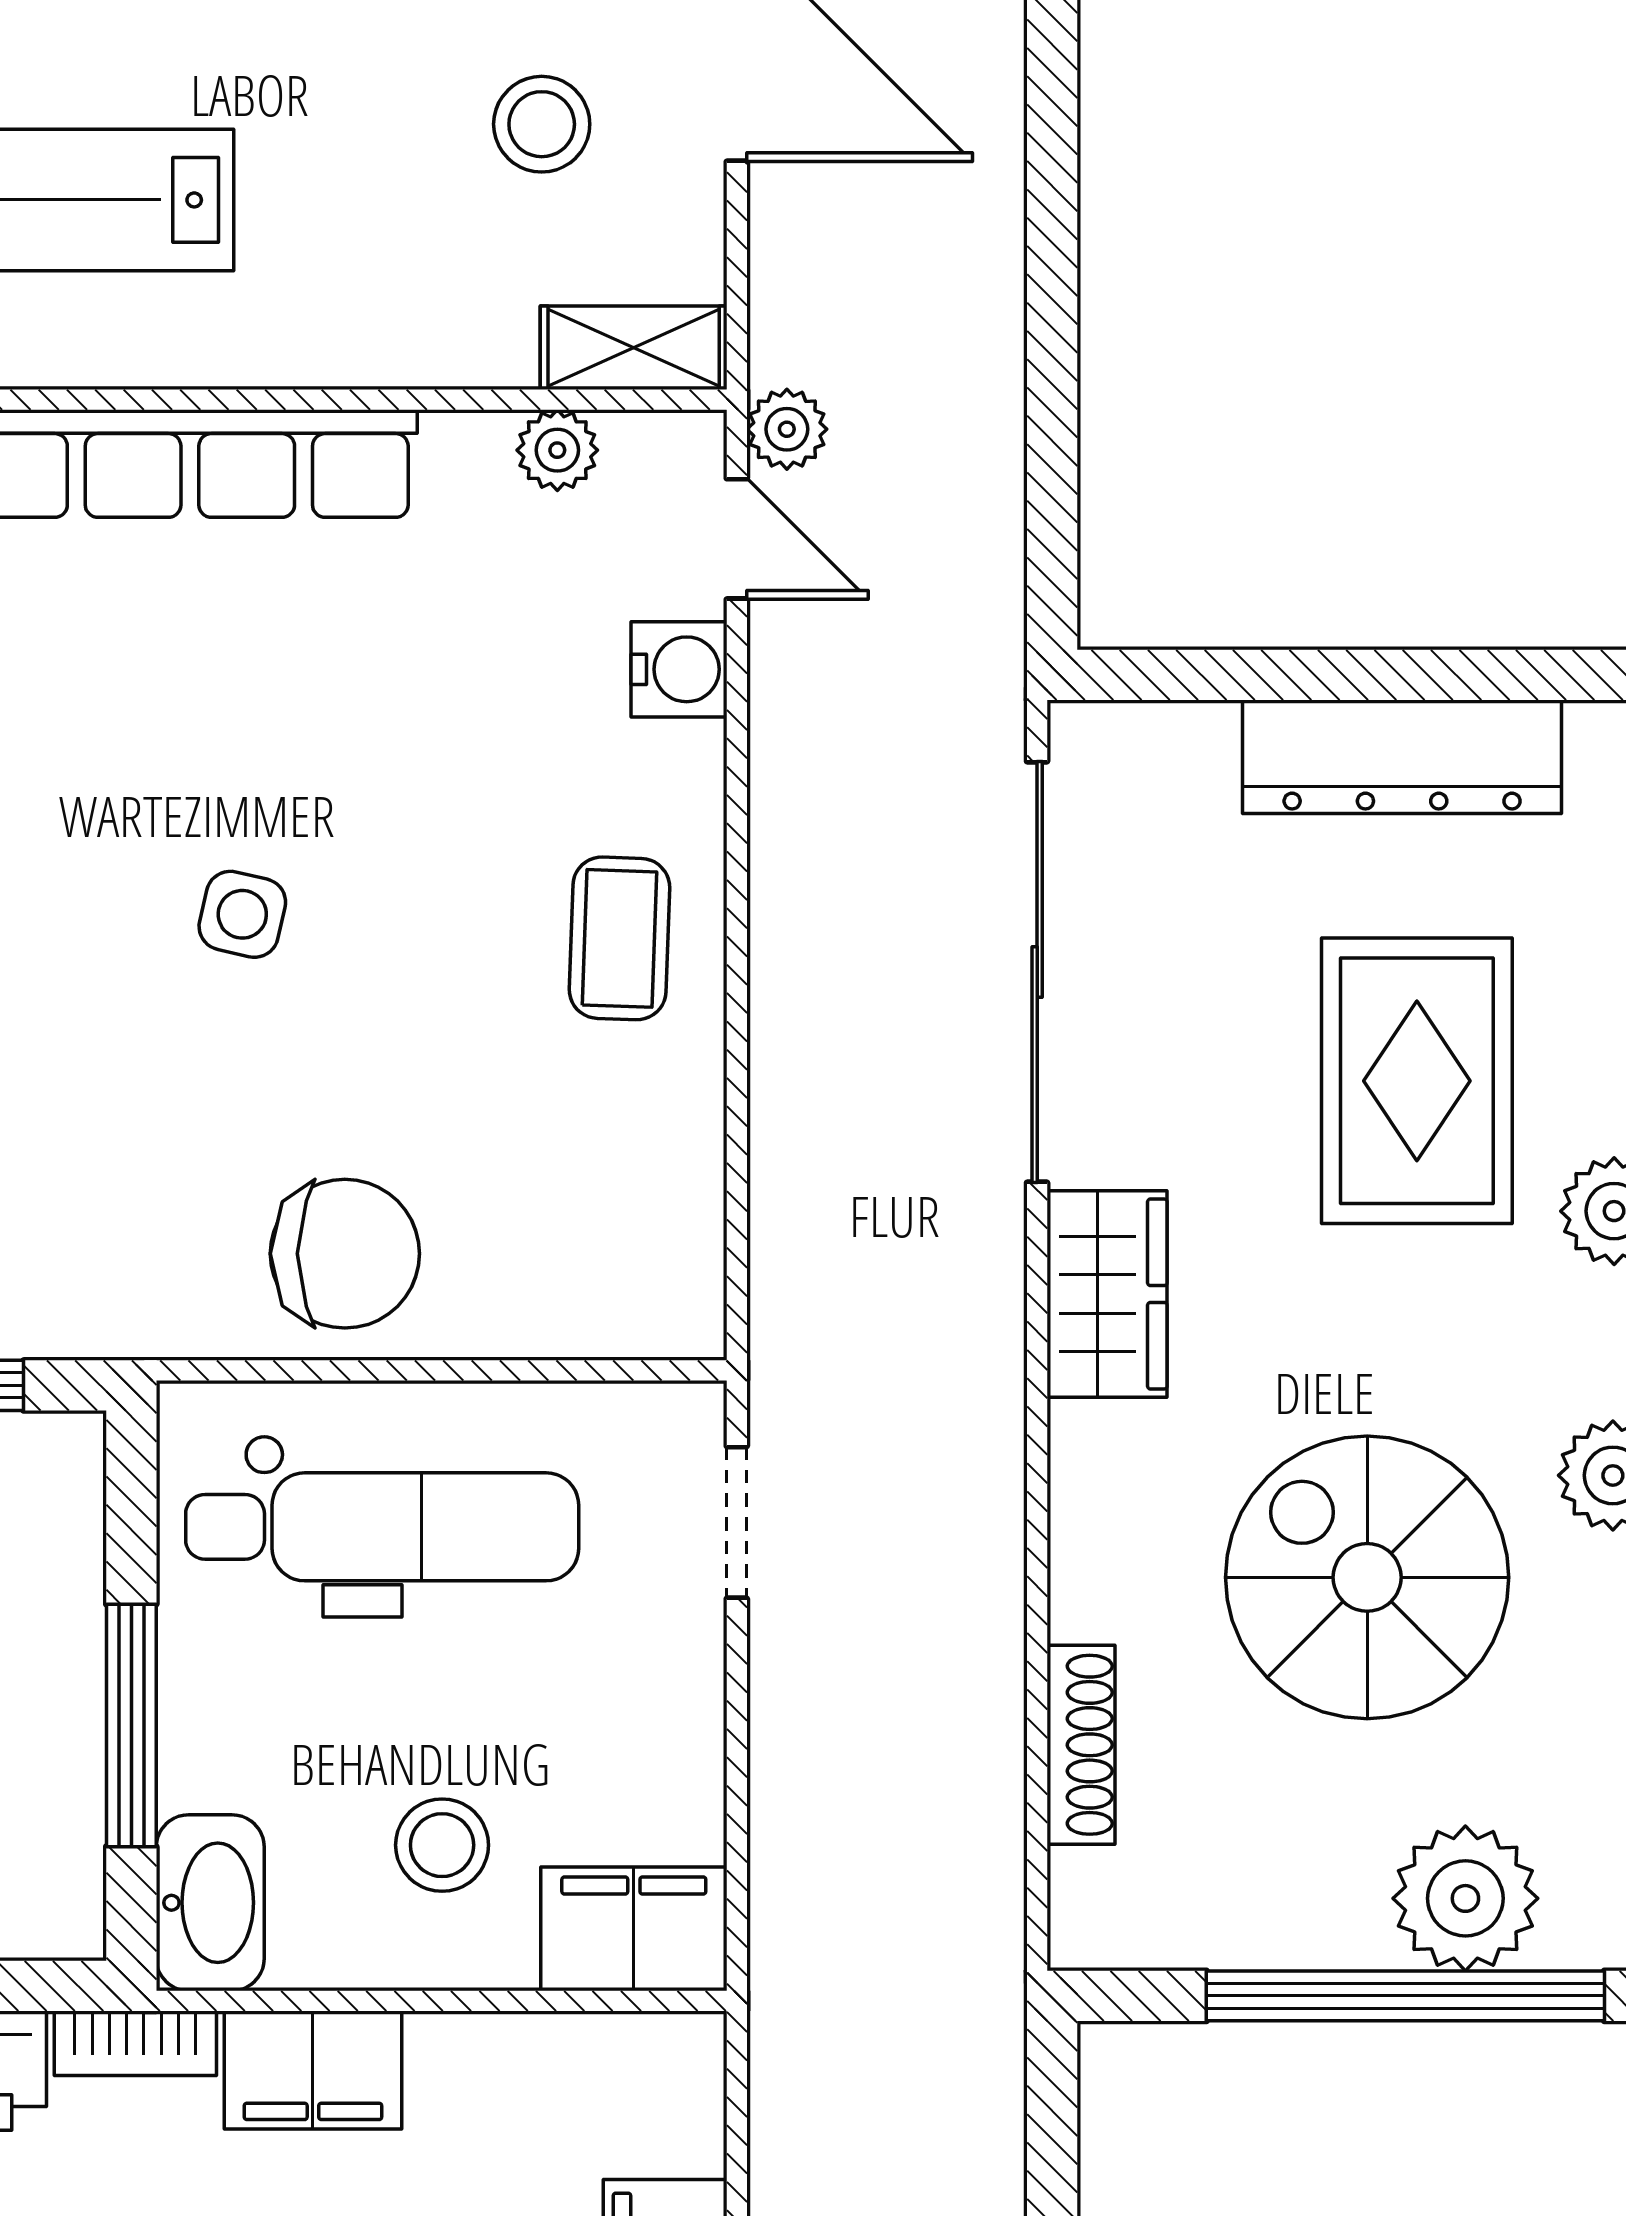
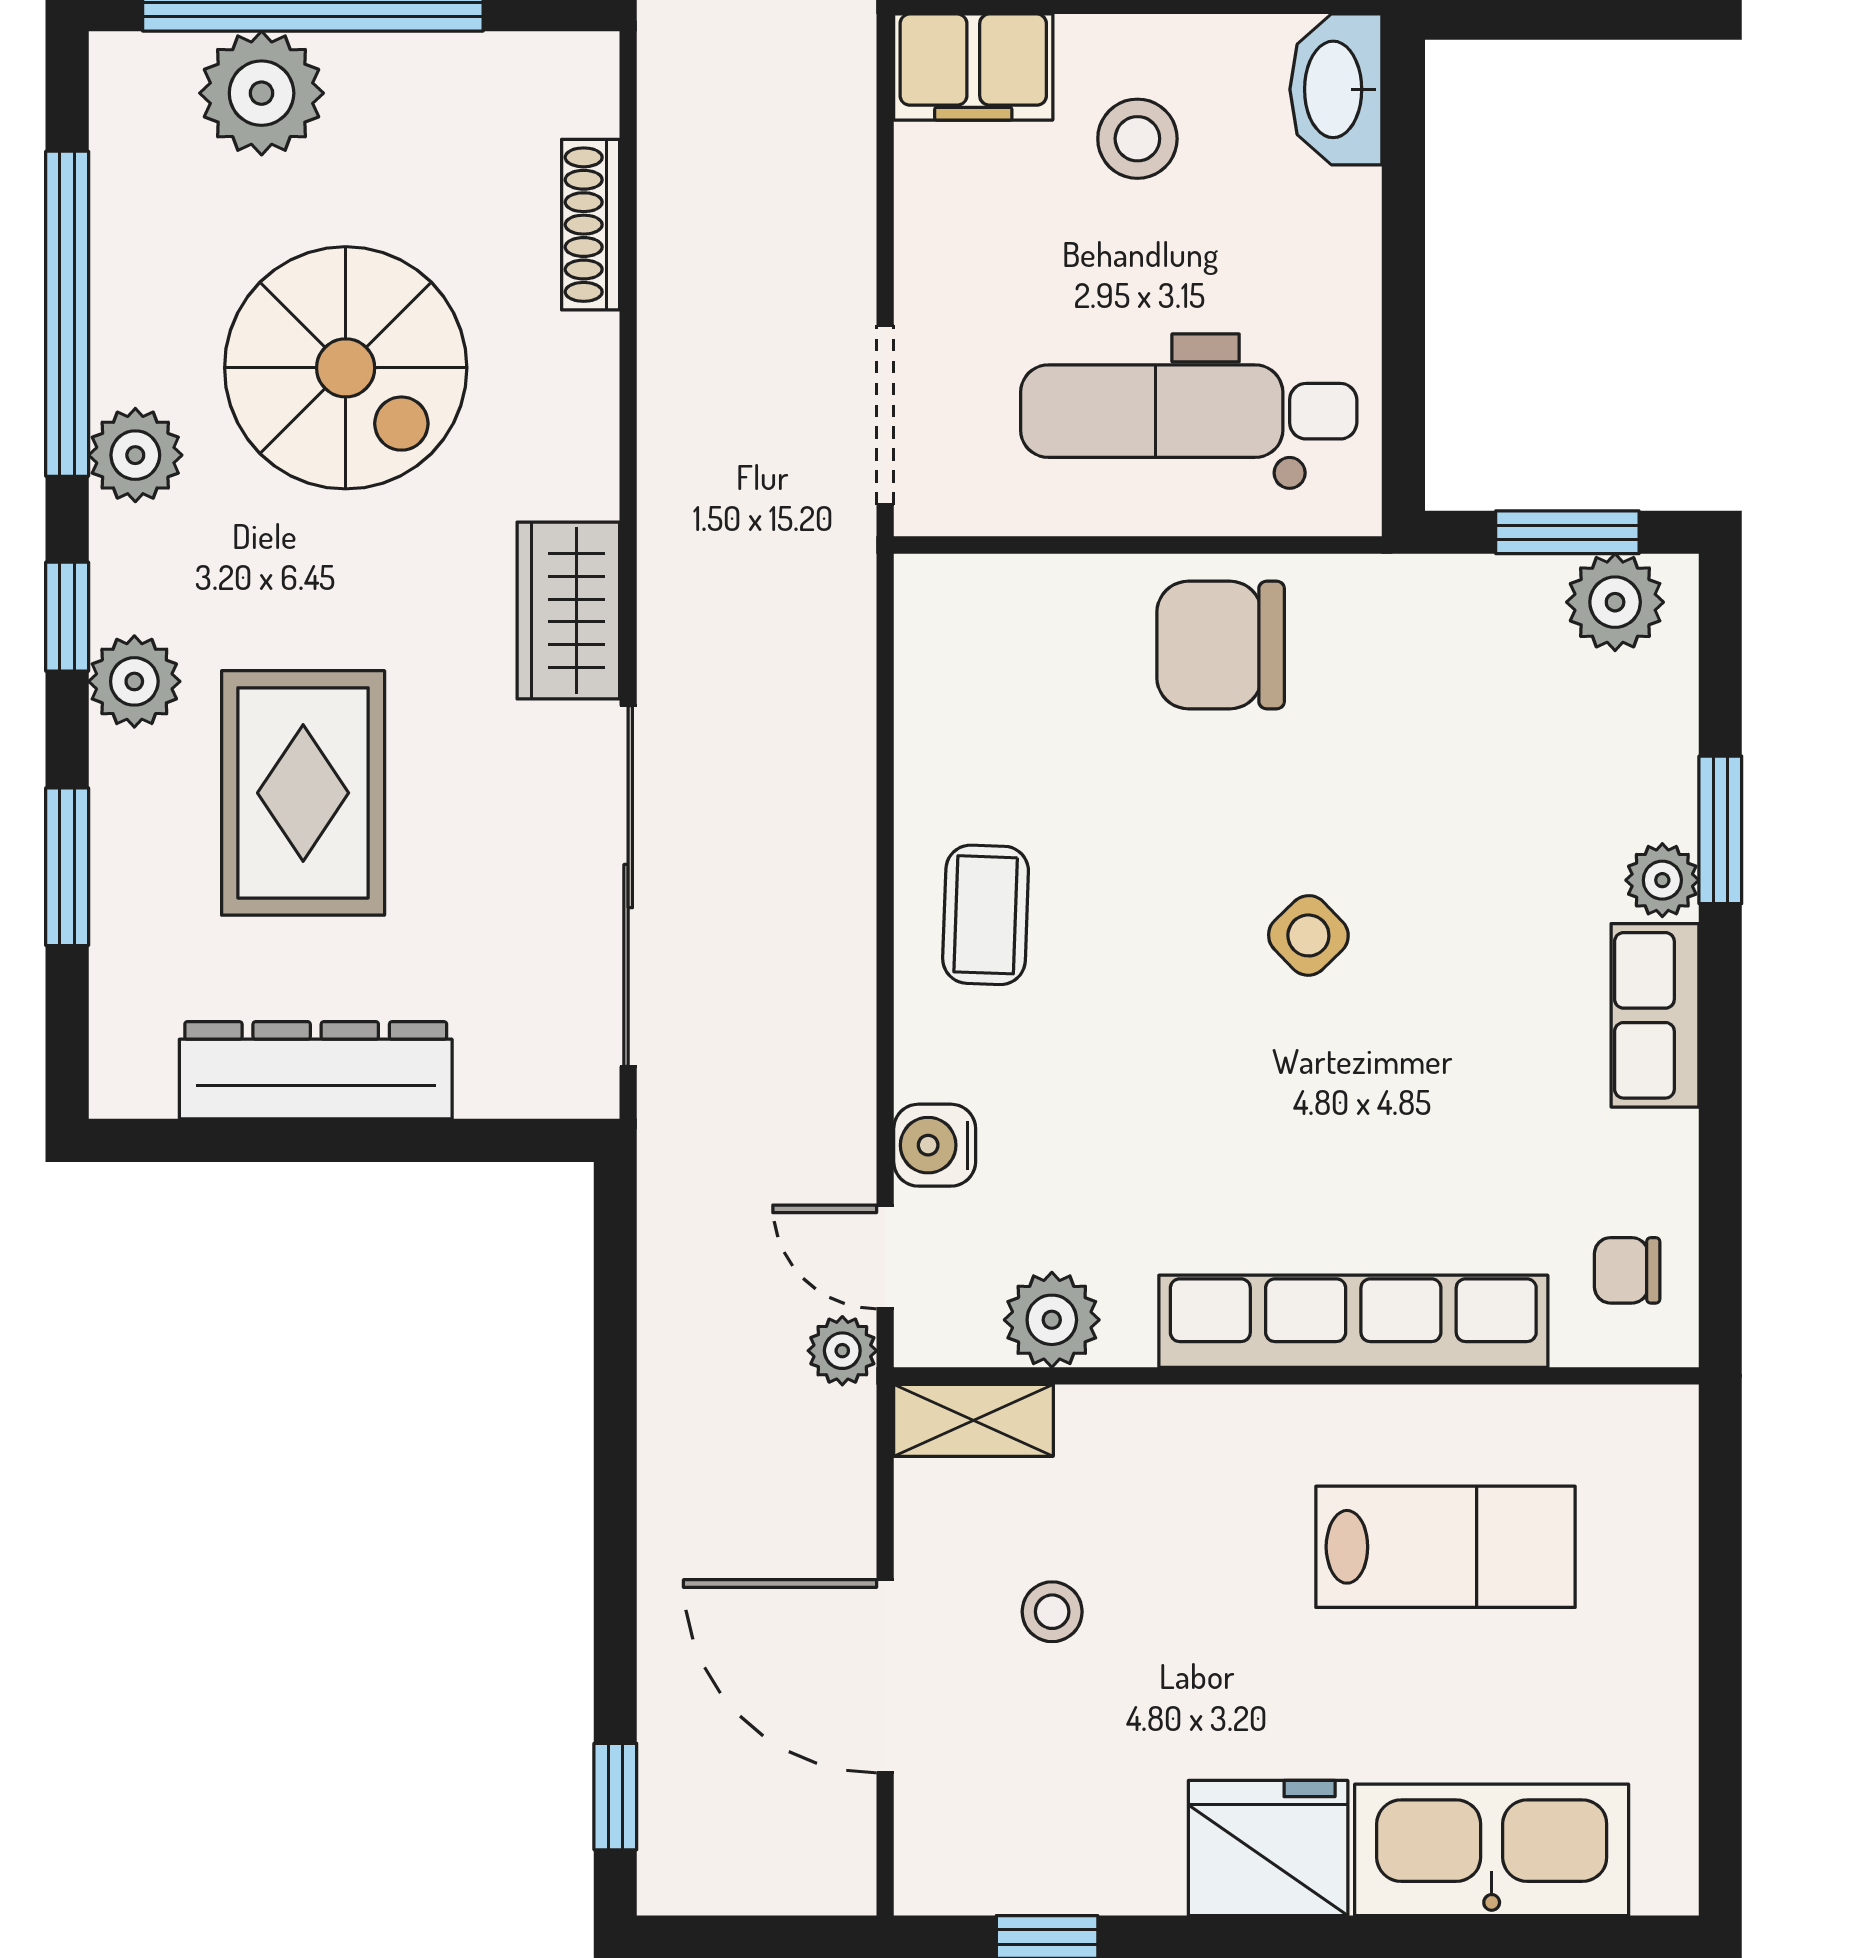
stool: (542, 124) -> (1052, 1612), width x0.73, depth x0.73
plant: (557, 450) -> (1052, 1320), width x1.38, depth x1.38
side table: (242, 914) -> (1308, 935), turned 33
doorway: (737, 1522) -> (885, 415), width x1.38
window: (131, 1725) -> (1403, 241), removed

